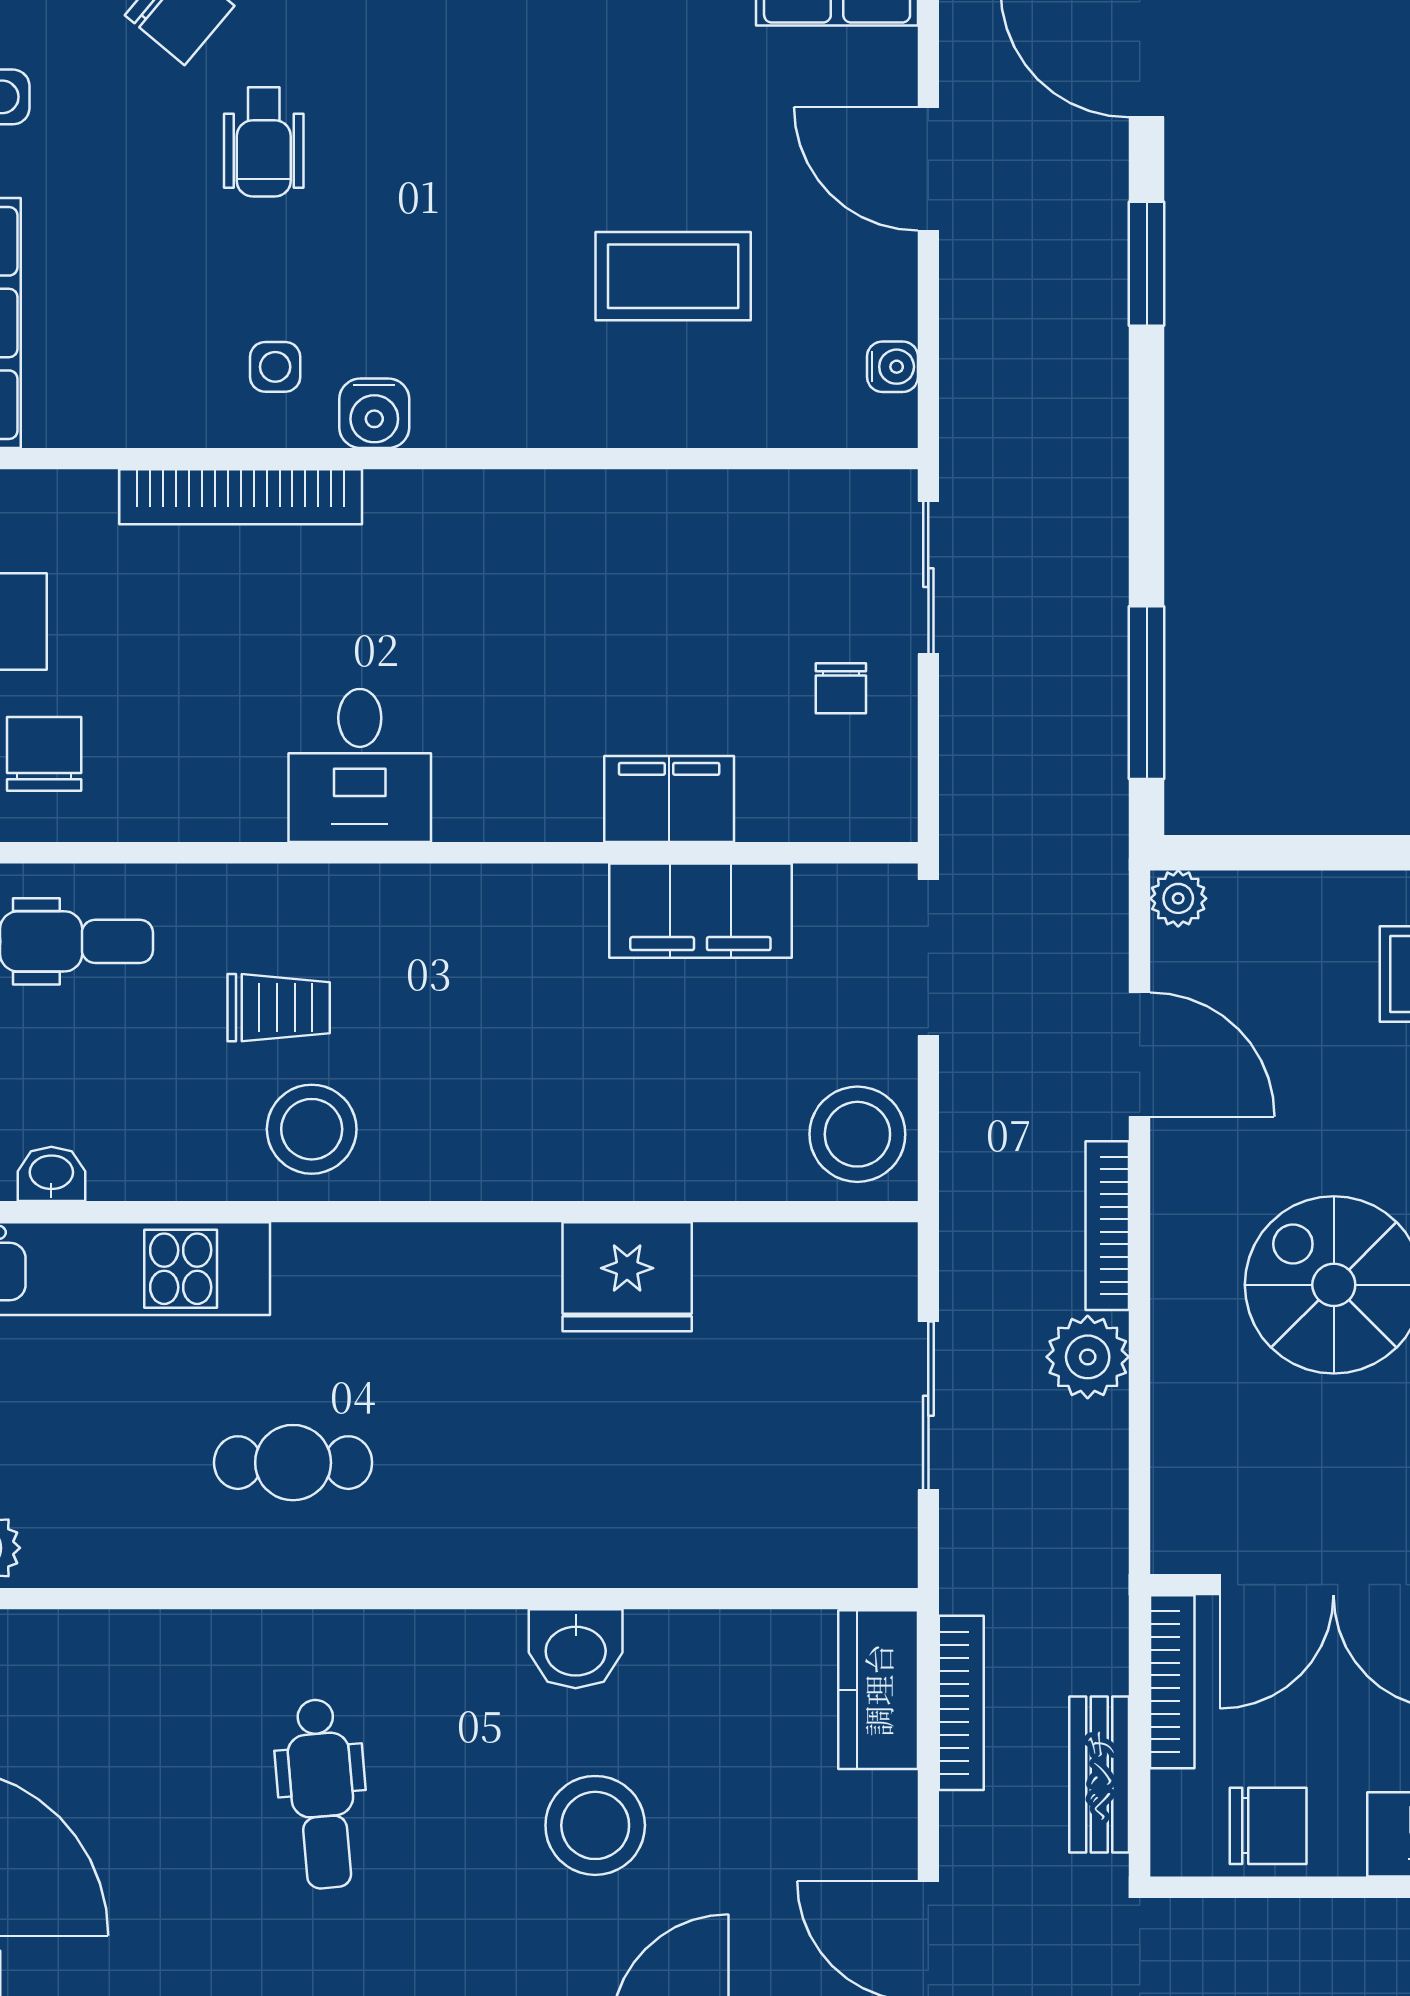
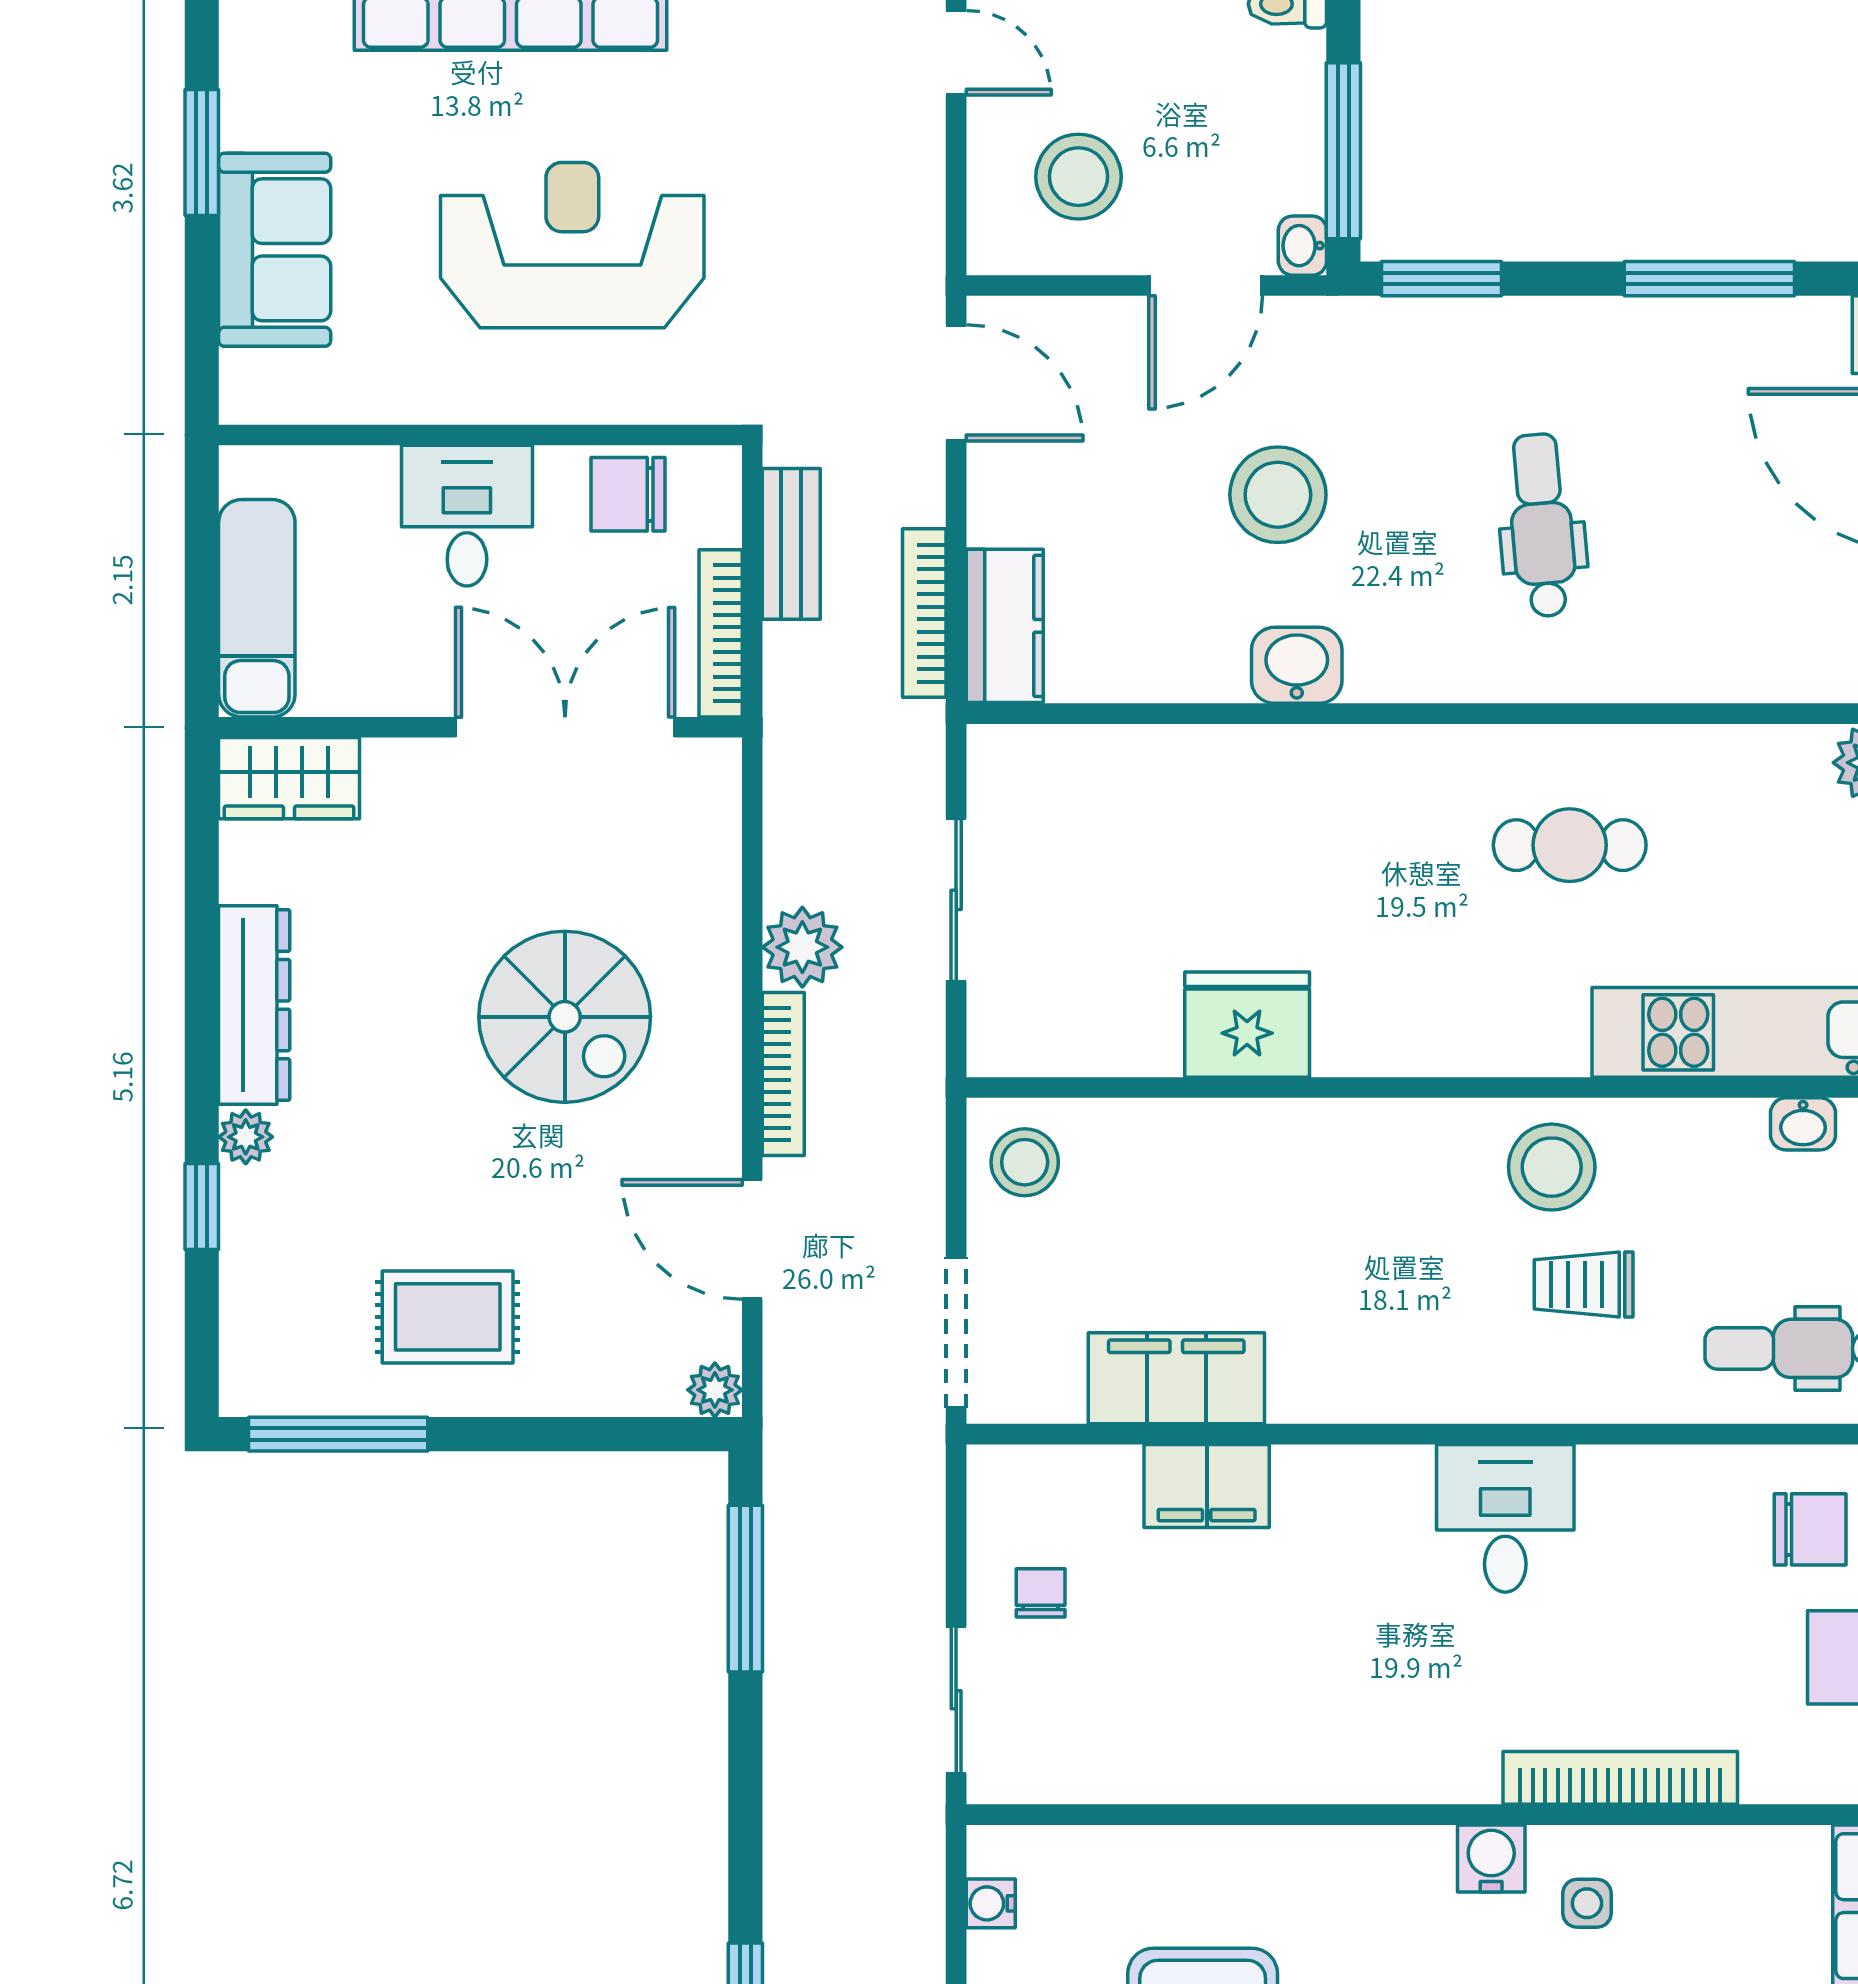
chair: (44, 754) -> (1810, 1529), turned -90
stool: (857, 1134) -> (1025, 1162), width x0.73, depth x0.73

